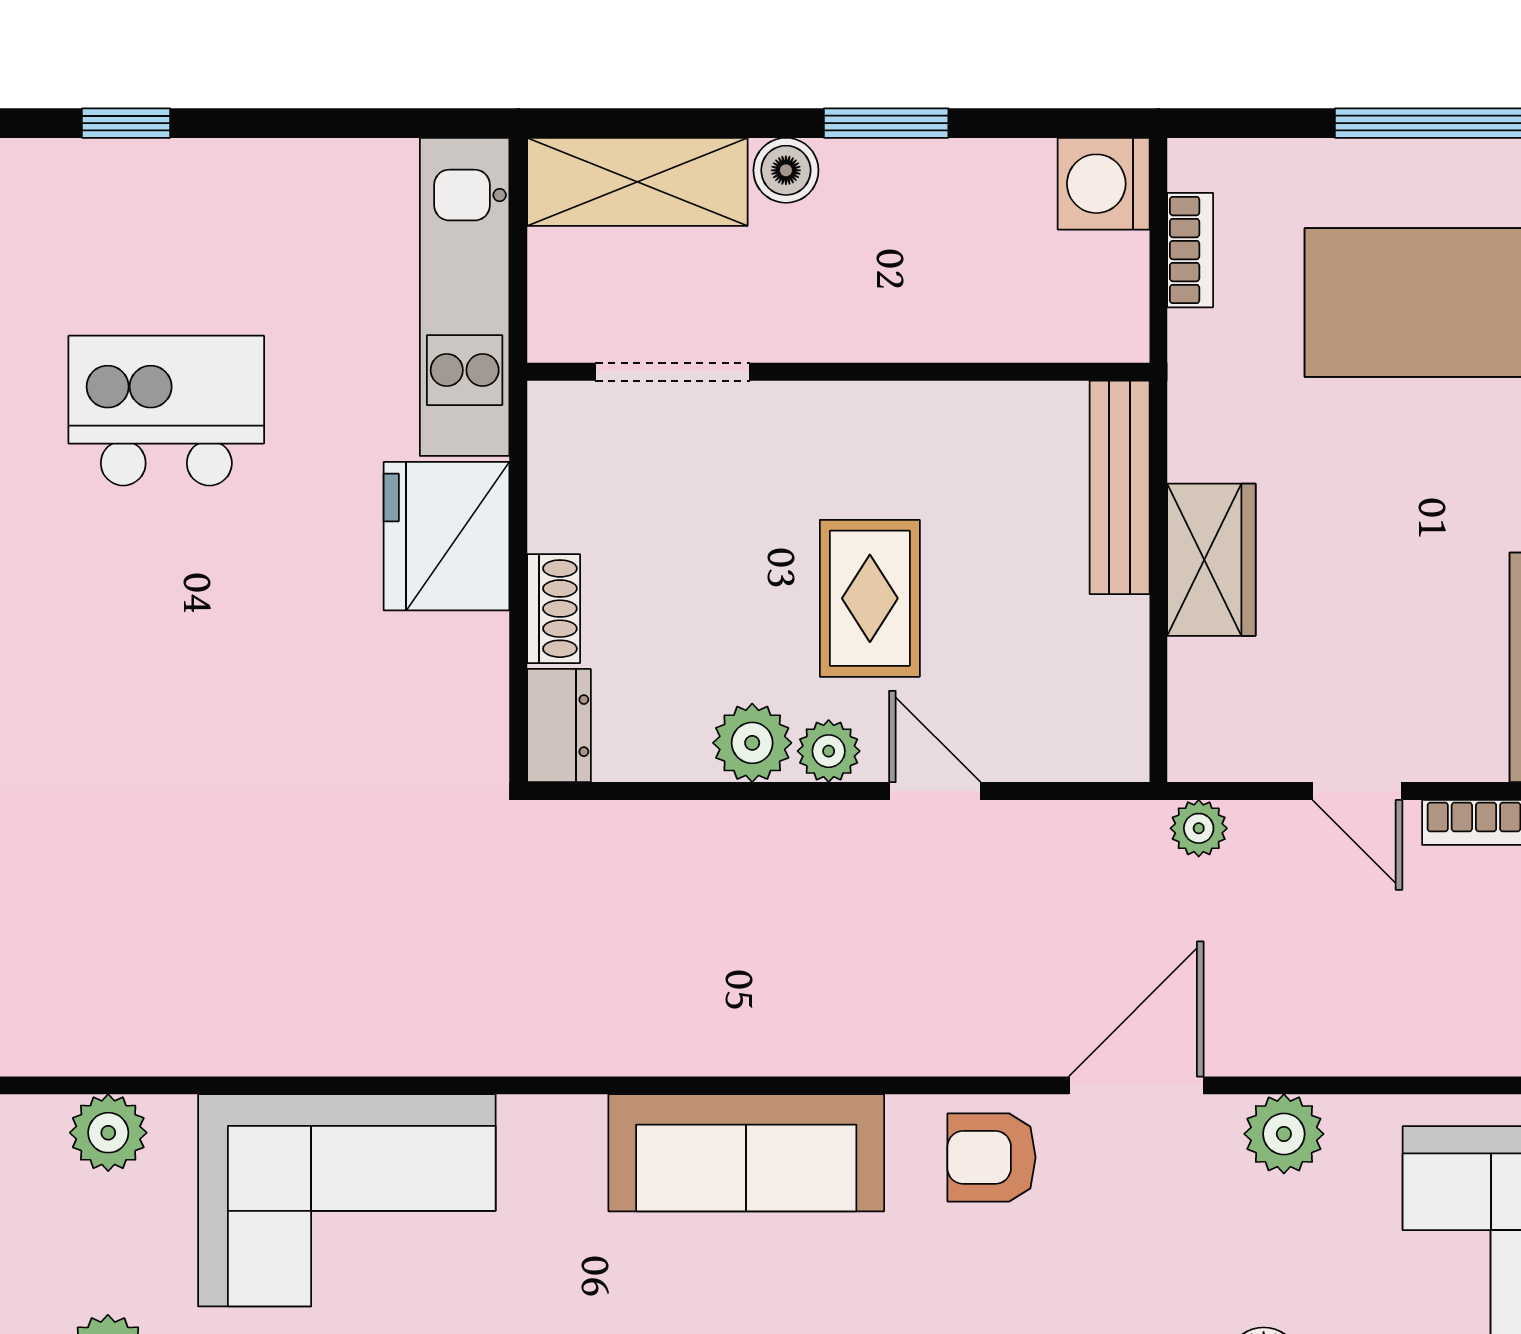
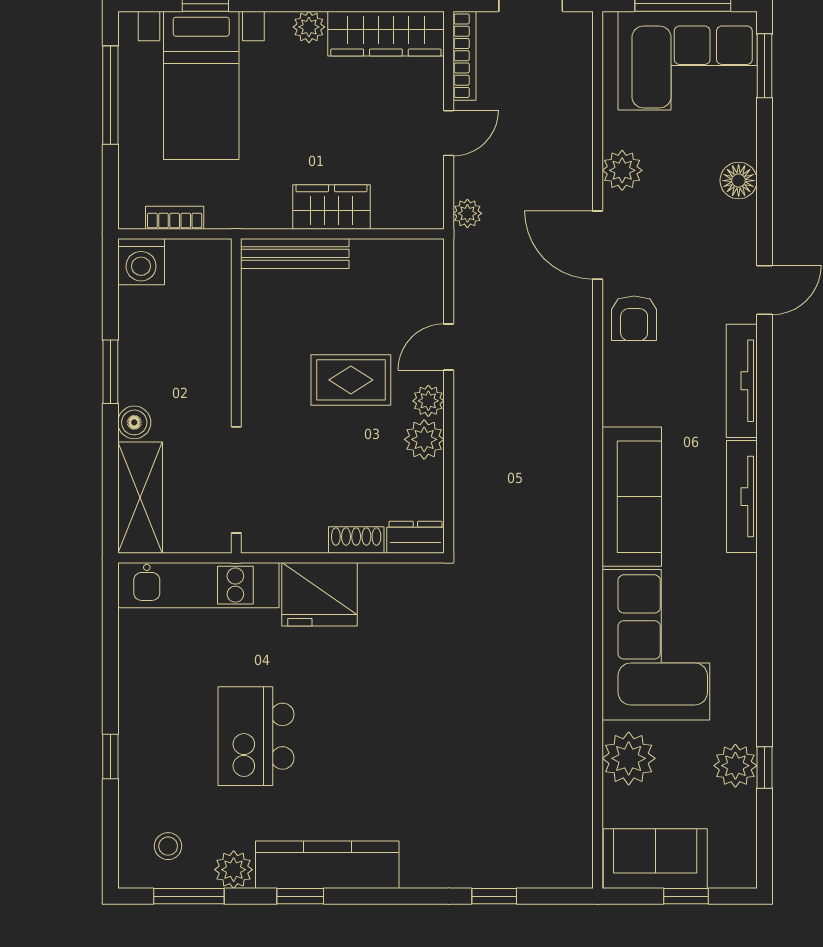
doorway: (673, 372) -> (236, 480), width x1.36
plant: (108, 1133) -> (629, 758), width x1.36, depth x1.36
sofa: (746, 1153) -> (632, 497), moved

